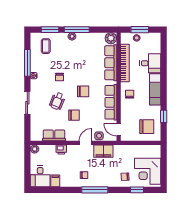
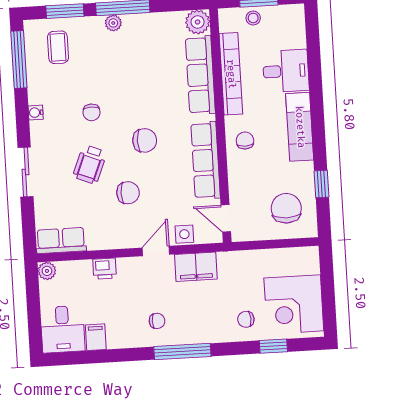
window: (27, 63) -> (19, 60), moved
chair: (147, 127) -> (286, 208), turned -90
row of seats: (54, 135) -> (61, 240), moved

